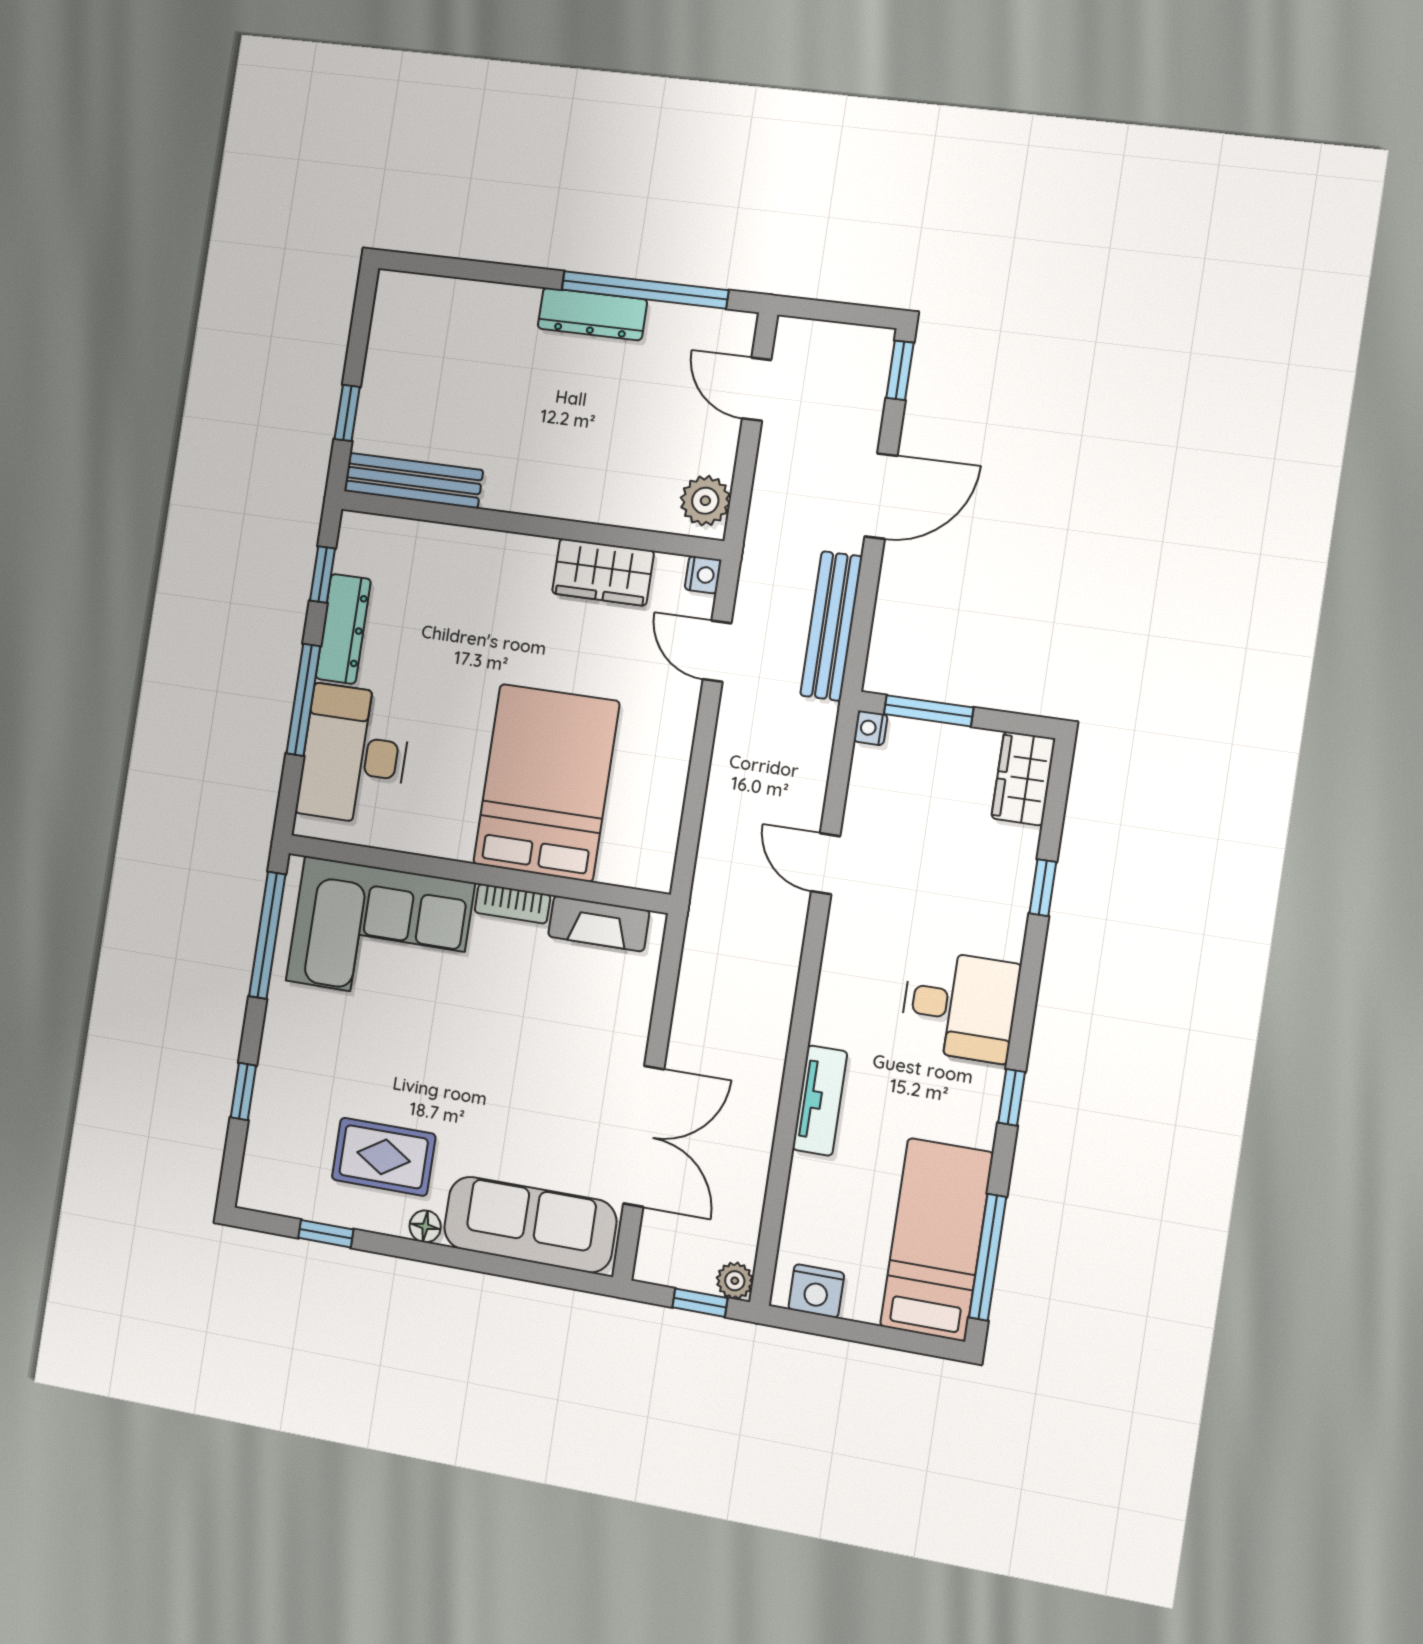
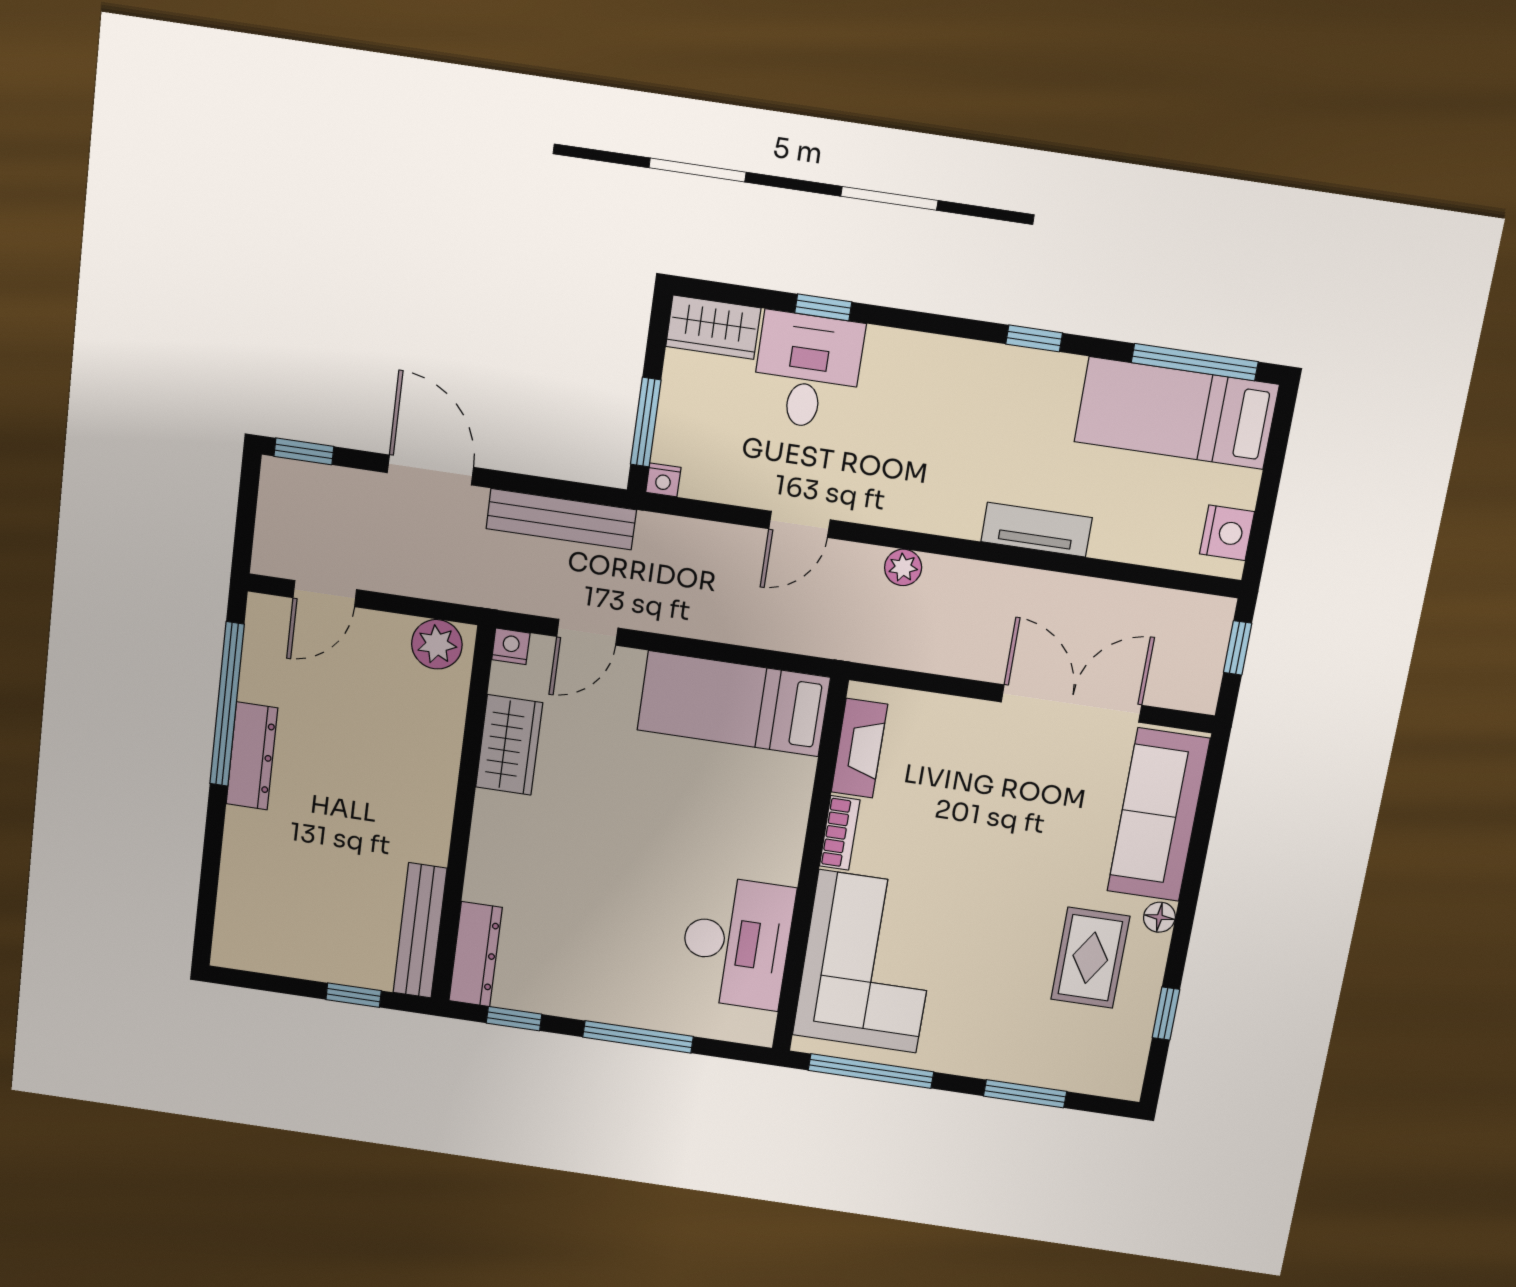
dresser: (343, 629) -> (475, 954), moved, turned 90
desk: (354, 755) -> (736, 943), moved, turned -90
bed: (546, 783) -> (734, 704), moved, width x0.67
desk: (959, 1006) -> (807, 371), moved
window: (243, 1091) -> (1025, 1094), width x1.50
plant: (735, 1281) -> (903, 567), moved

